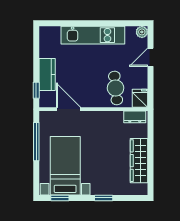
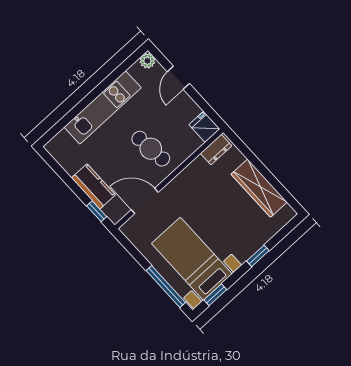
cafe table: (116, 88) -> (151, 149), moved
window: (36, 142) -> (166, 287), moved

